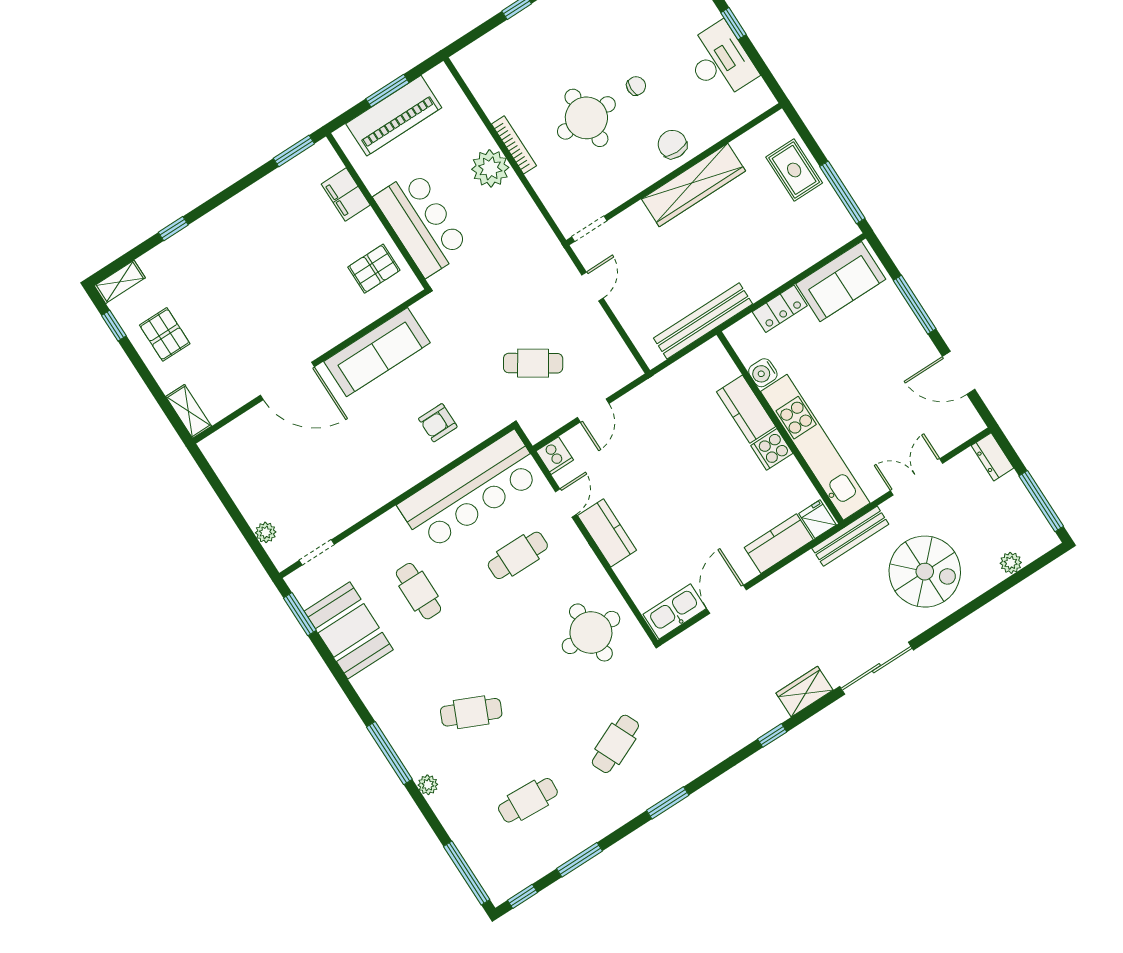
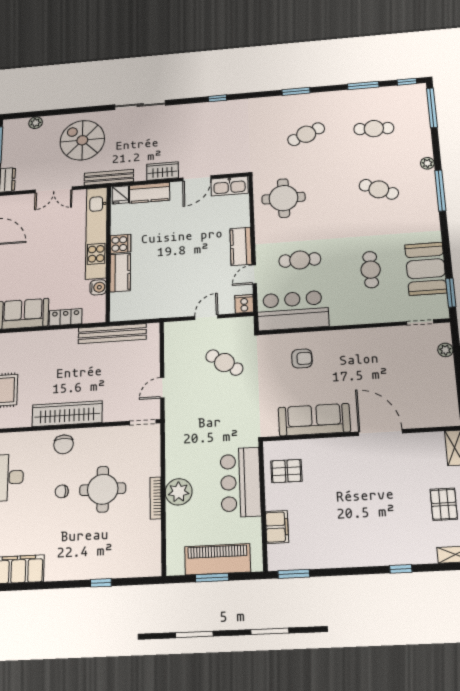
bar counter: (471, 491) -> (293, 311), width x0.73
wardrobe: (804, 692) -> (163, 171), moved, turned 180

